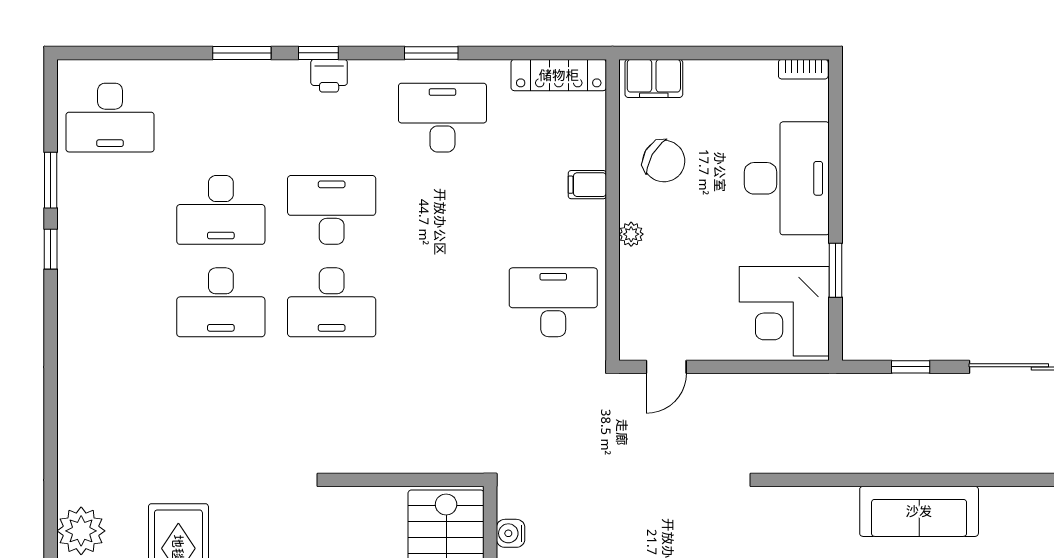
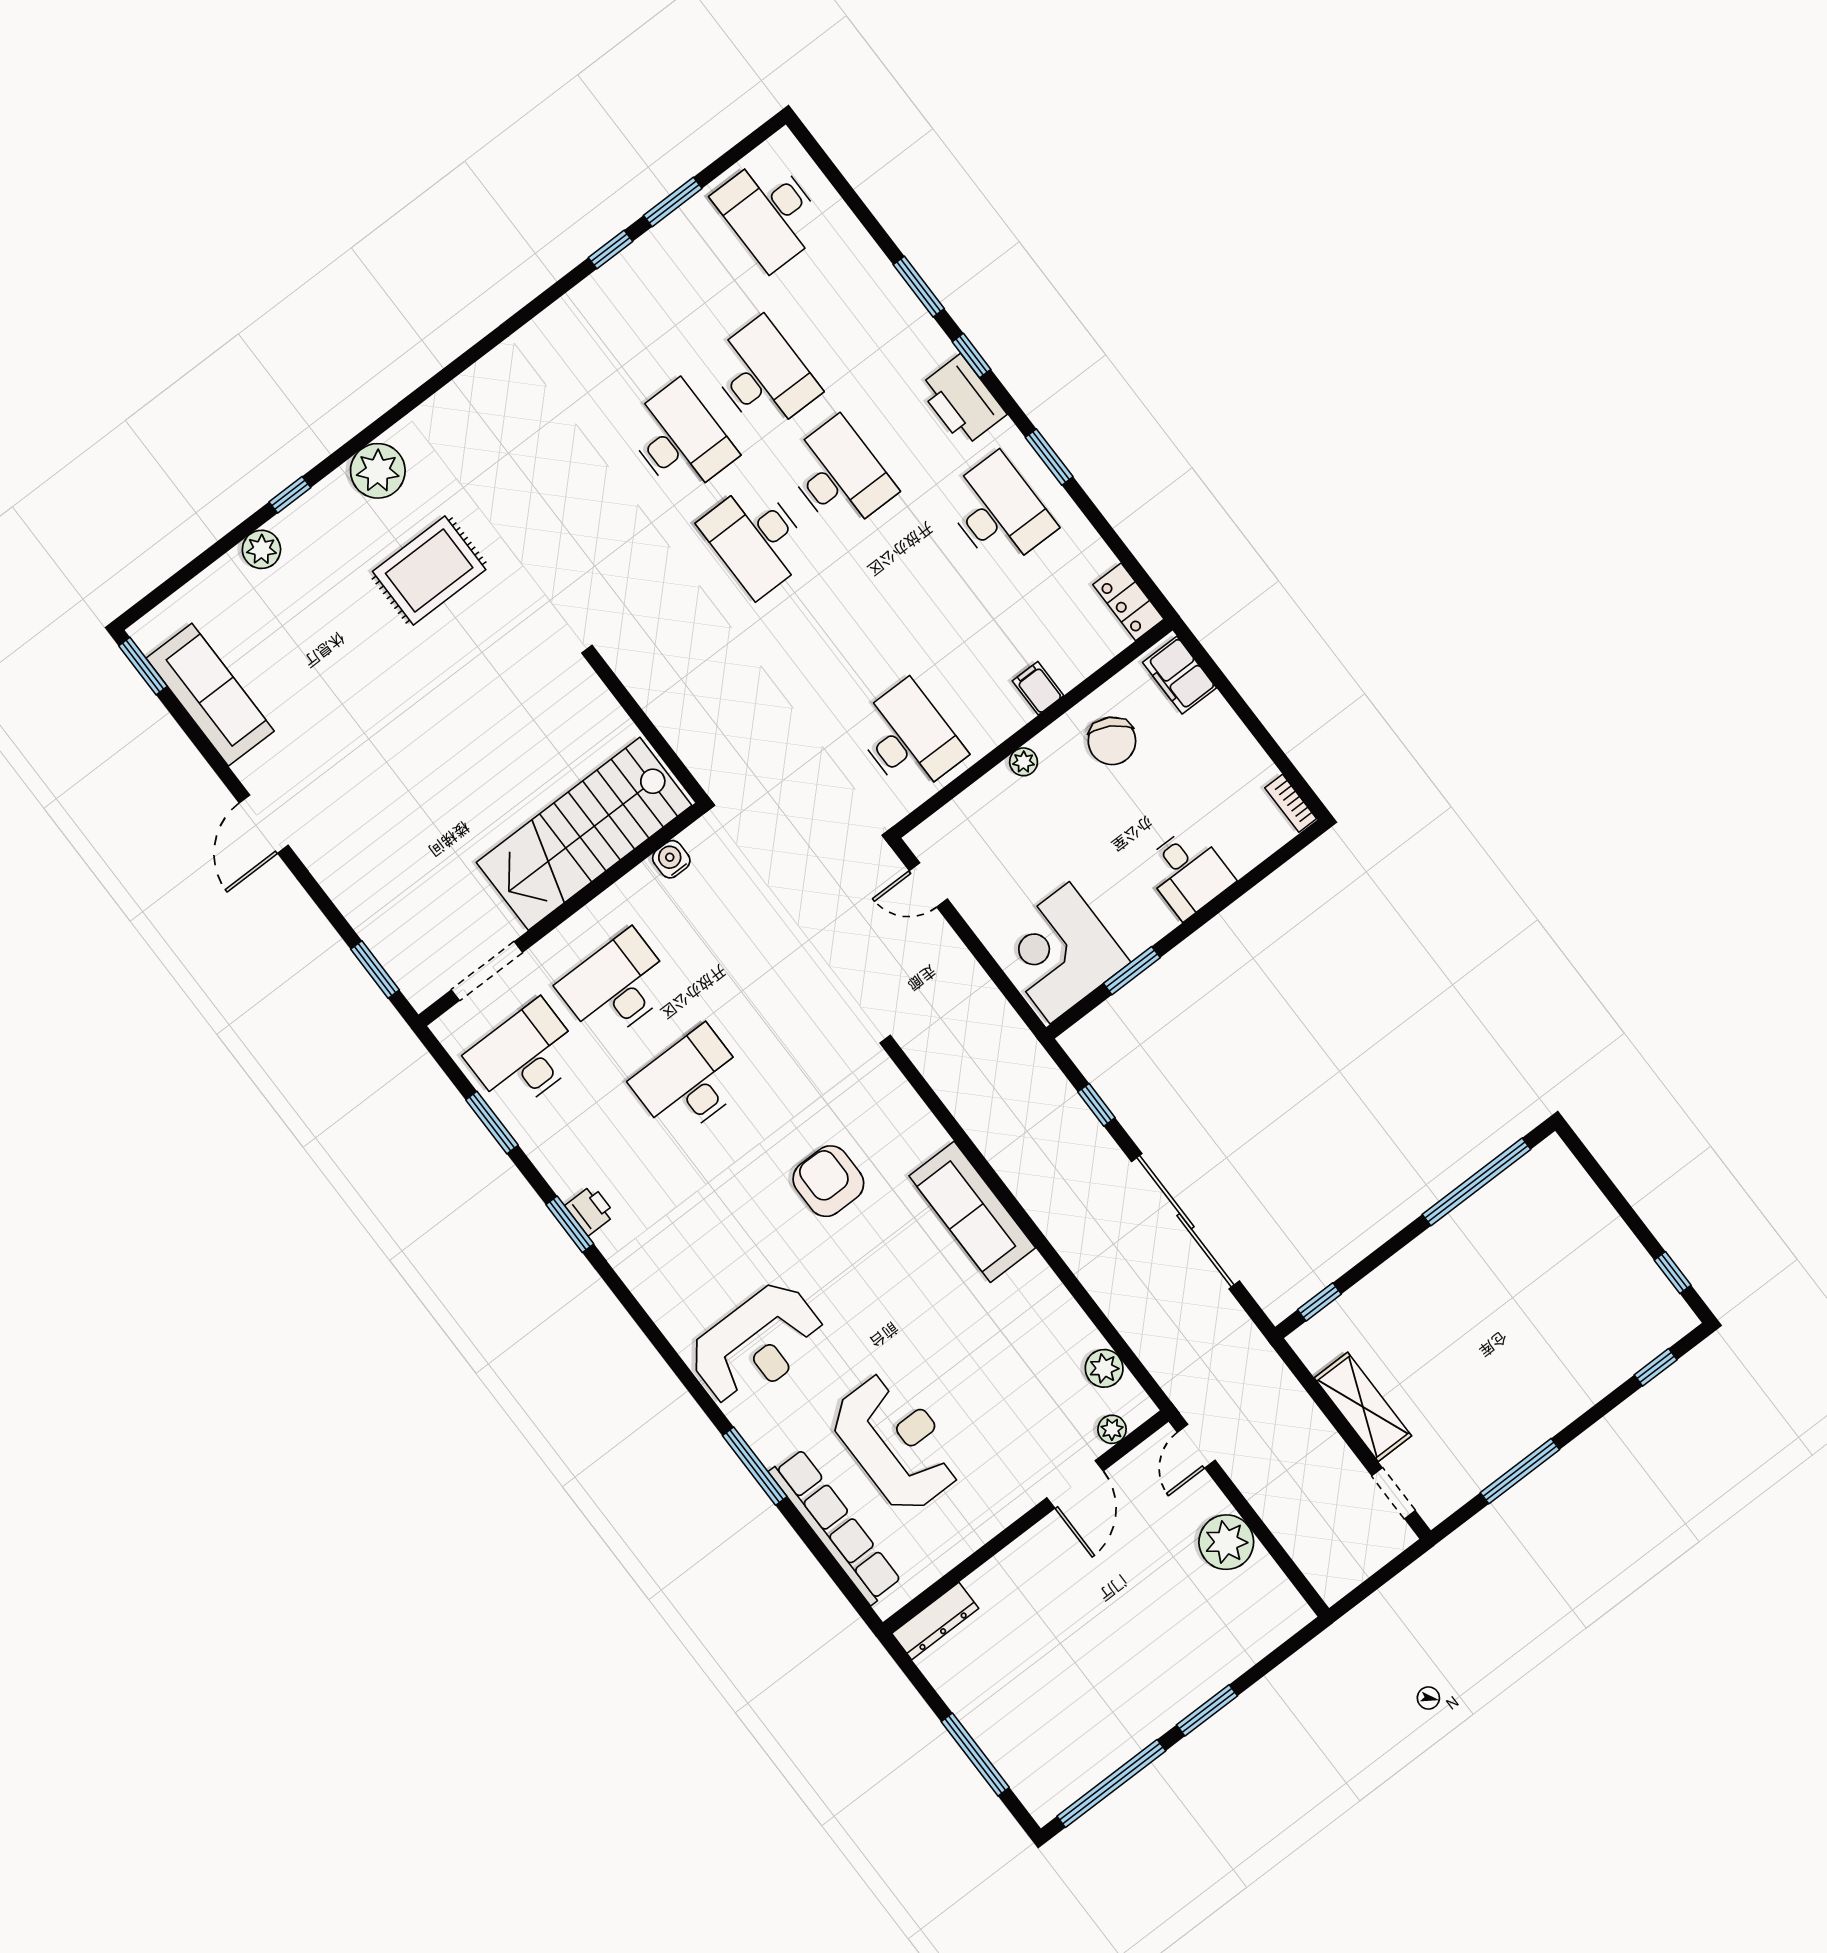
locker: (559, 75) -> (1128, 602), width x0.66
printer: (329, 76) -> (962, 400), width x1.87, depth x1.48
desk: (787, 178) -> (1188, 872), width x0.53, depth x0.77
desk: (221, 210) -> (763, 376), turned 180
desk: (221, 302) -> (680, 439), turned 180

